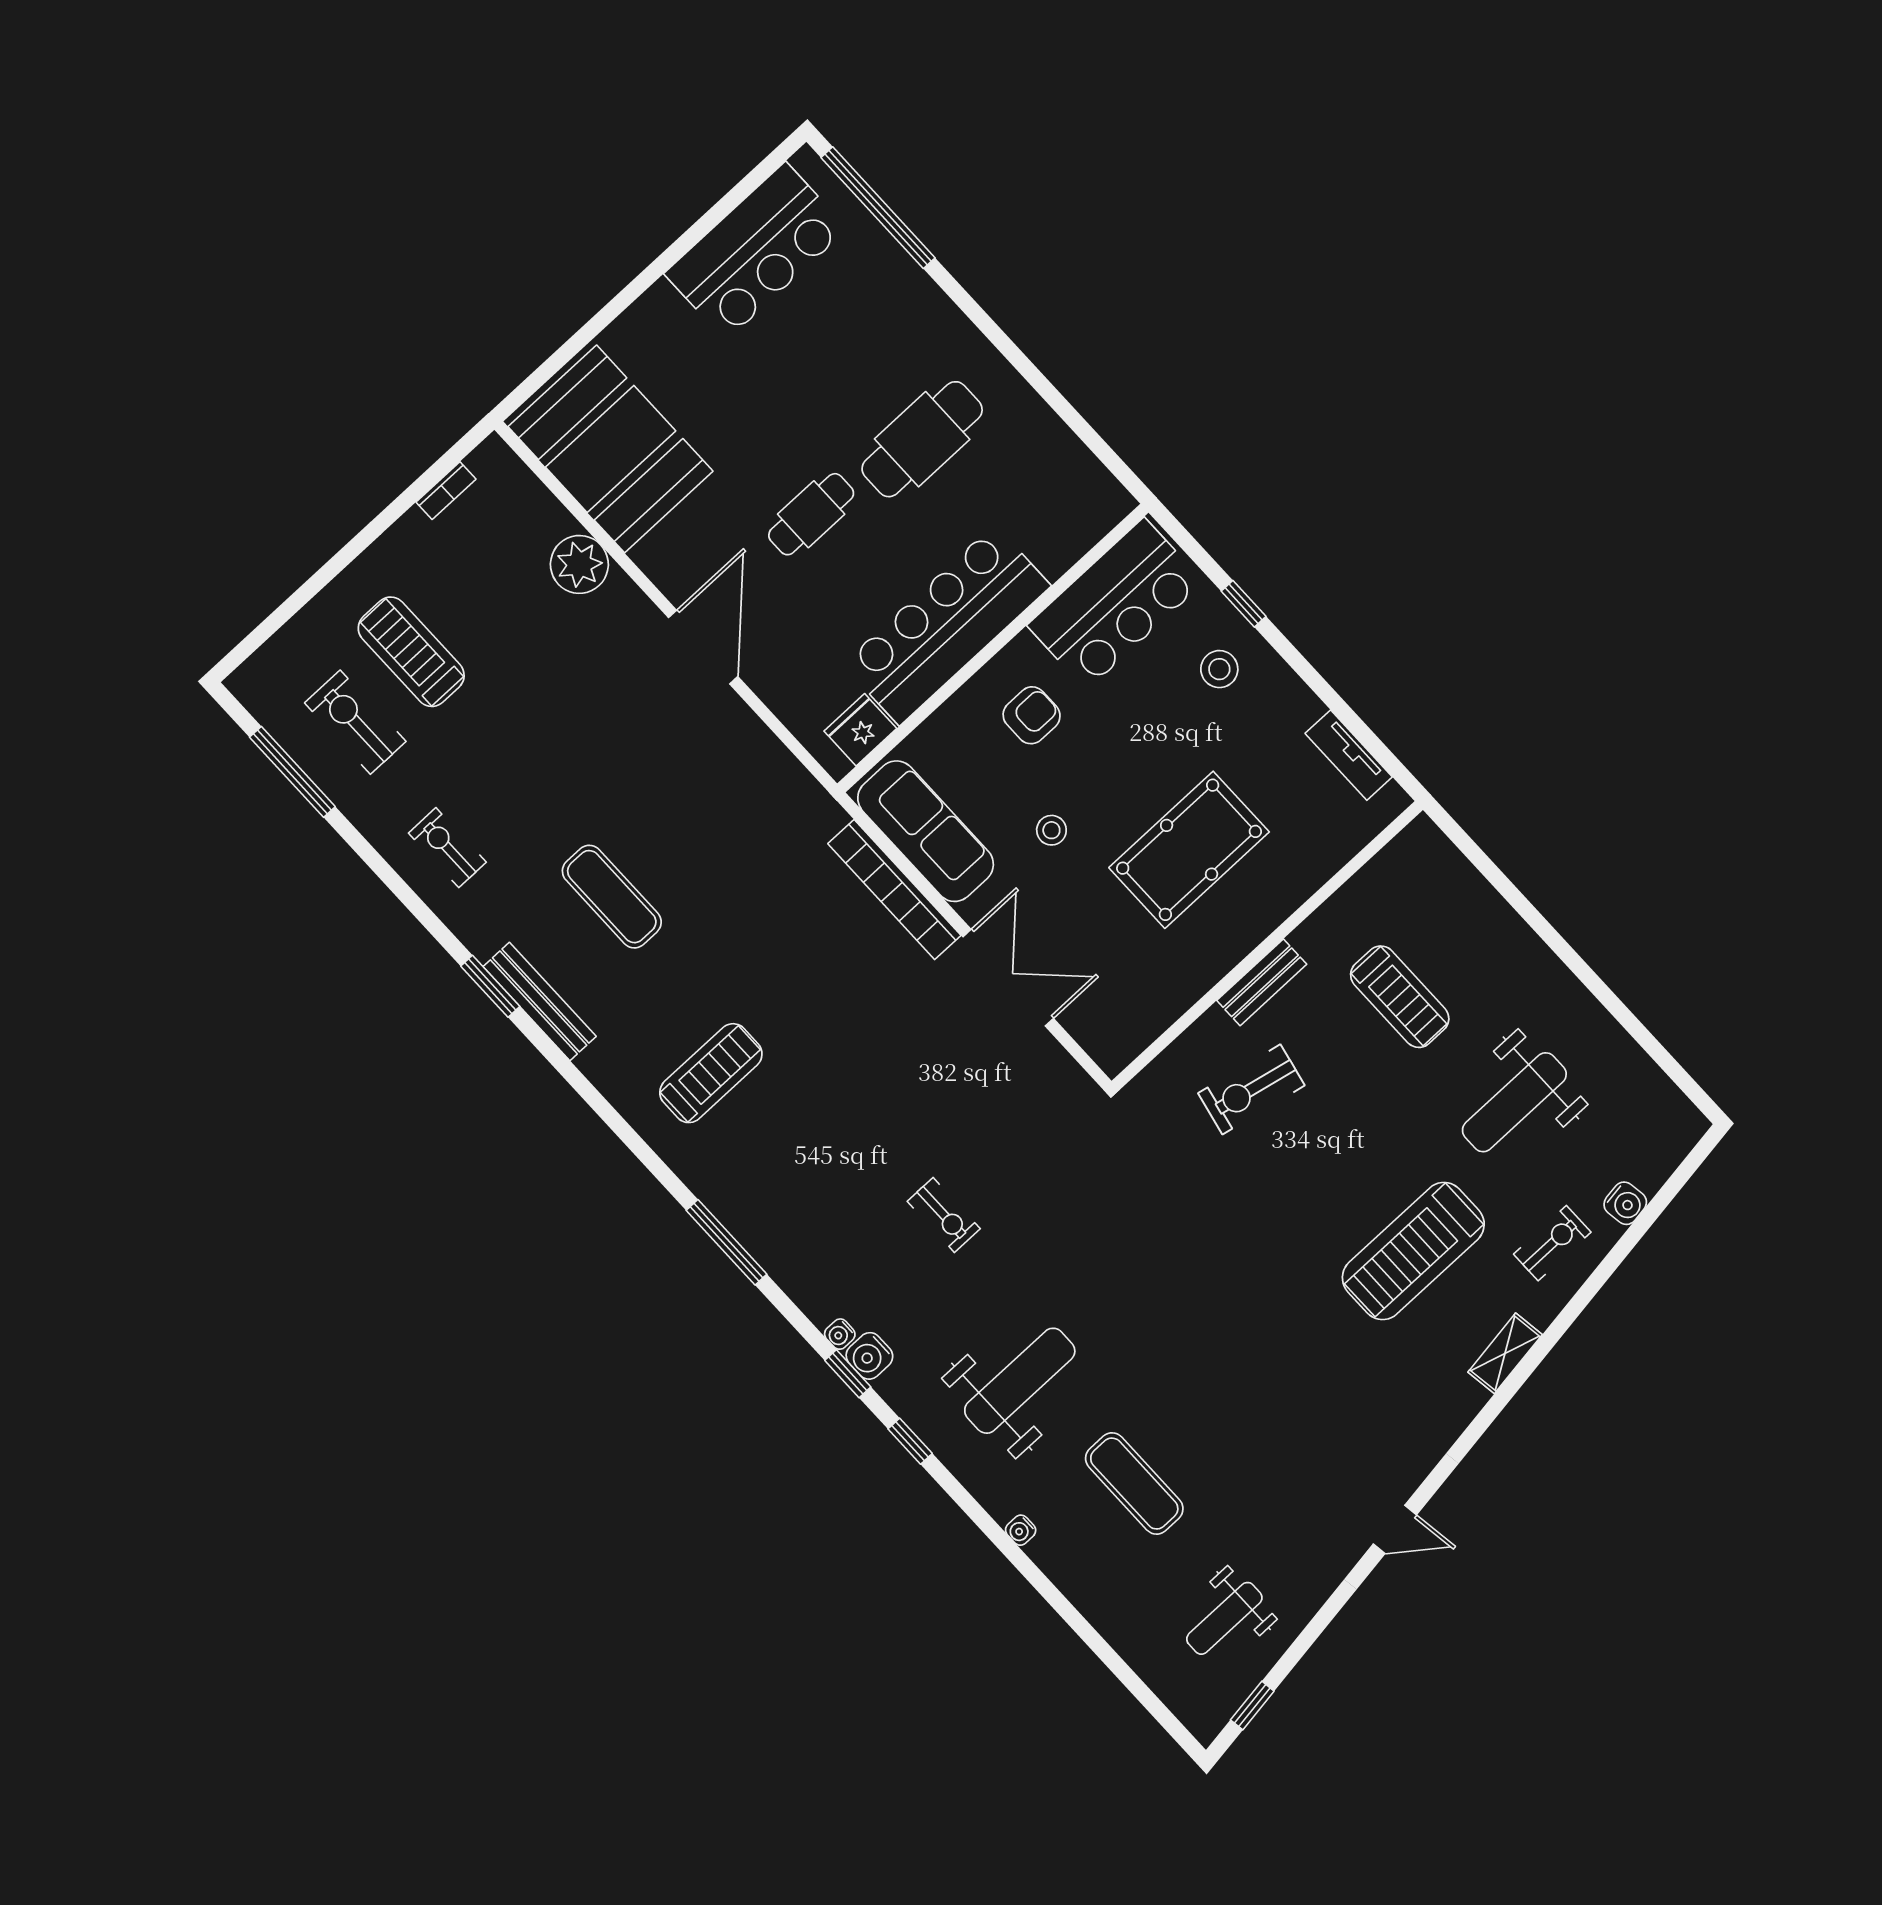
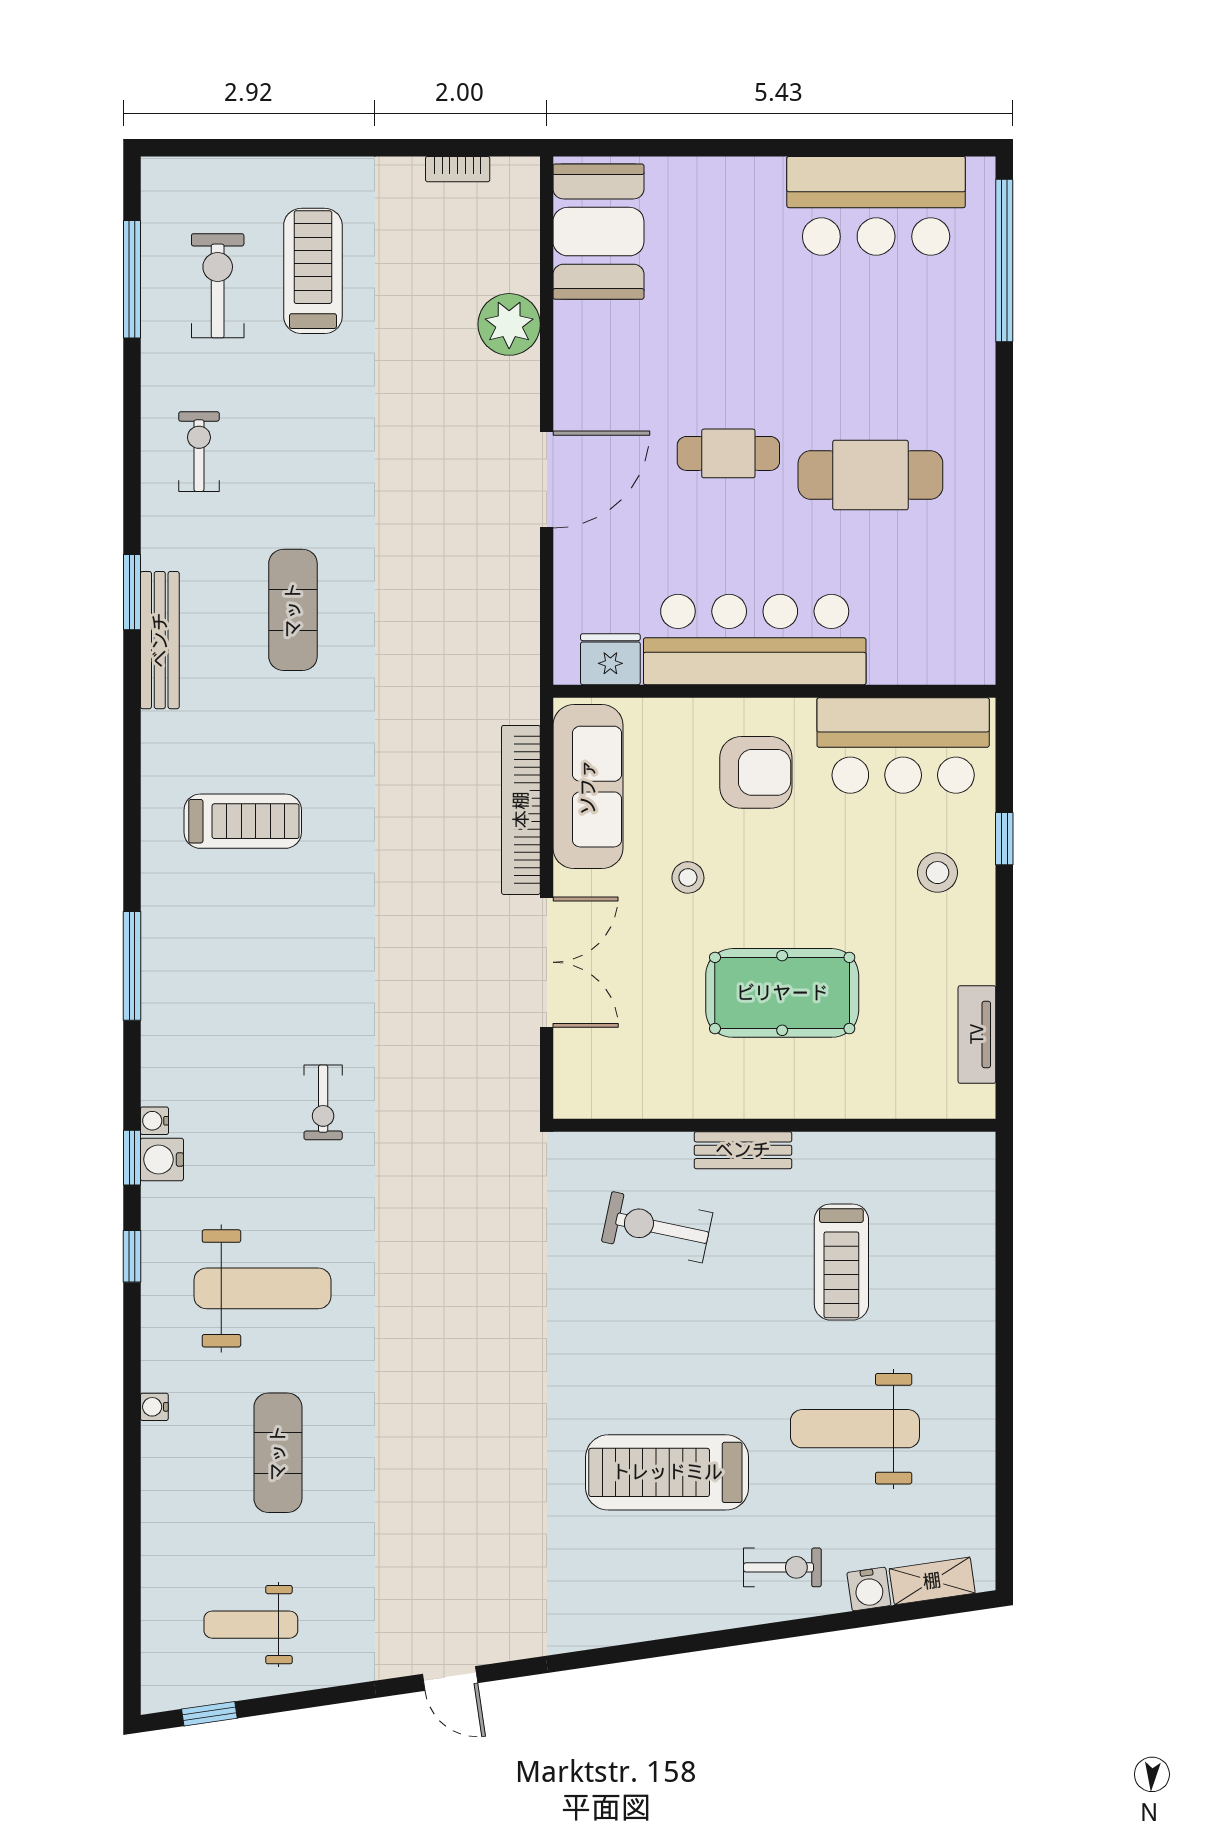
booth: (611, 449) -> (598, 232), width x0.73, depth x0.70
armchair: (1032, 715) -> (756, 772), width x1.38, depth x1.38
shelving: (1505, 1353) -> (932, 1581), moved

